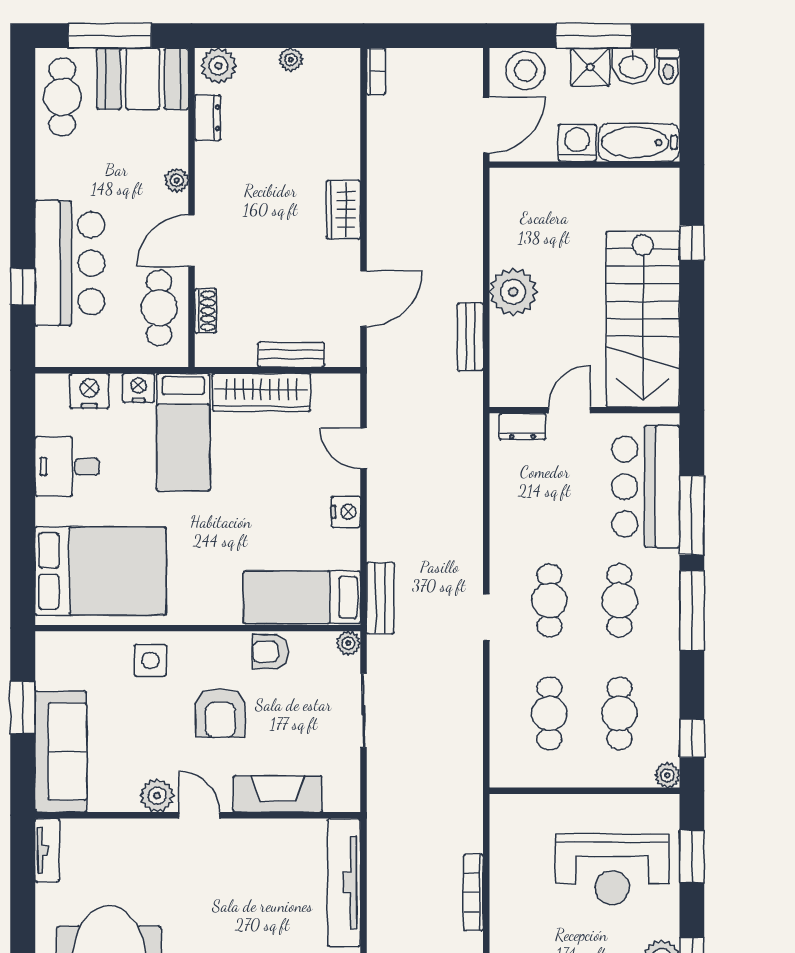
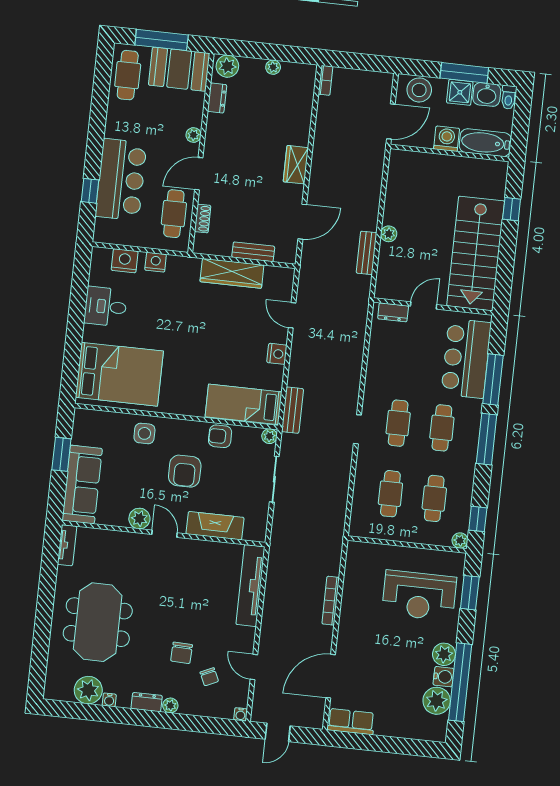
plant: (513, 292) -> (389, 234), width x0.53, depth x0.53
bed: (183, 432) -> (181, 293), removed

